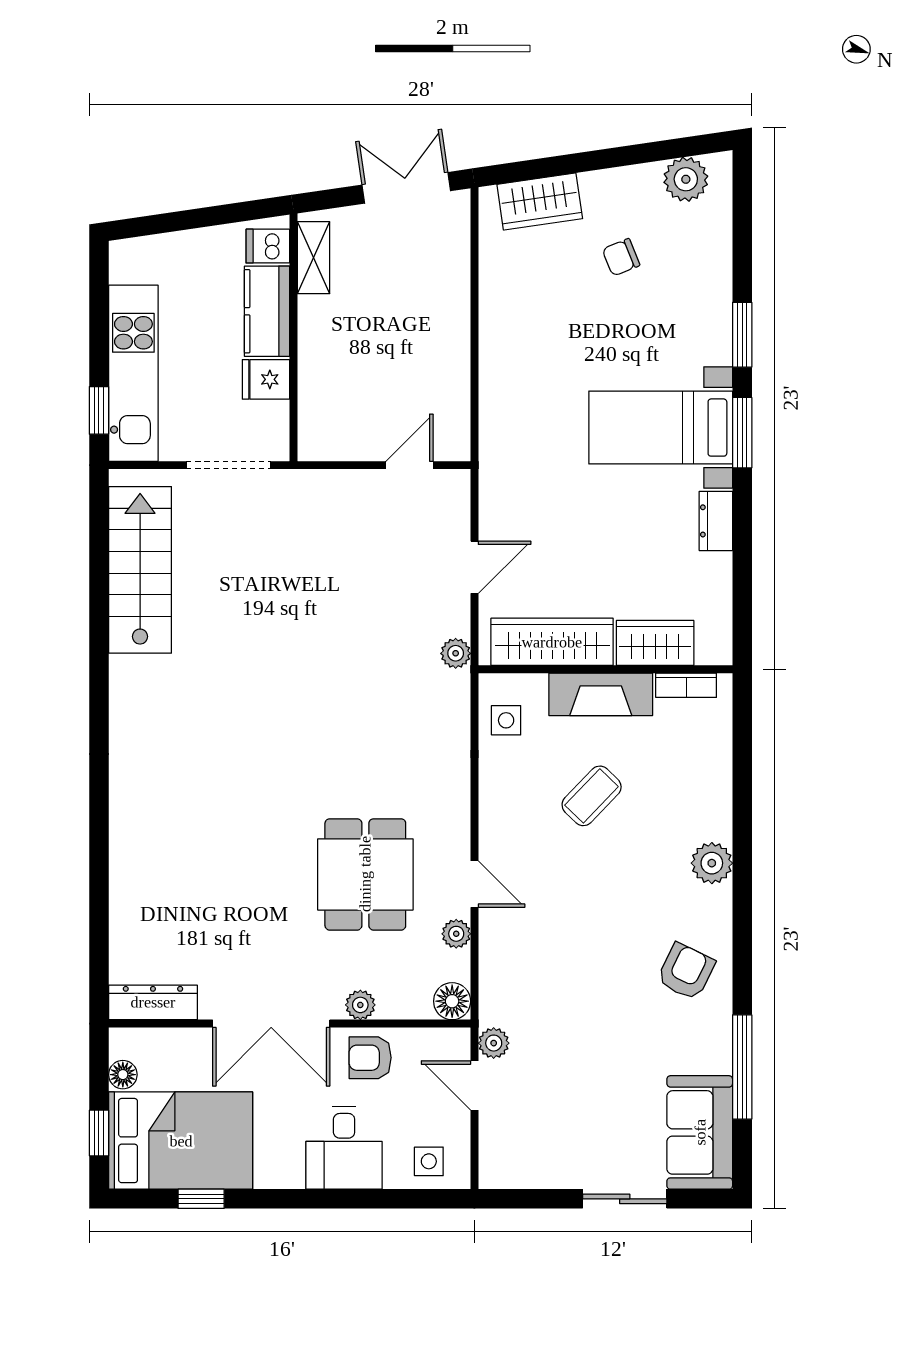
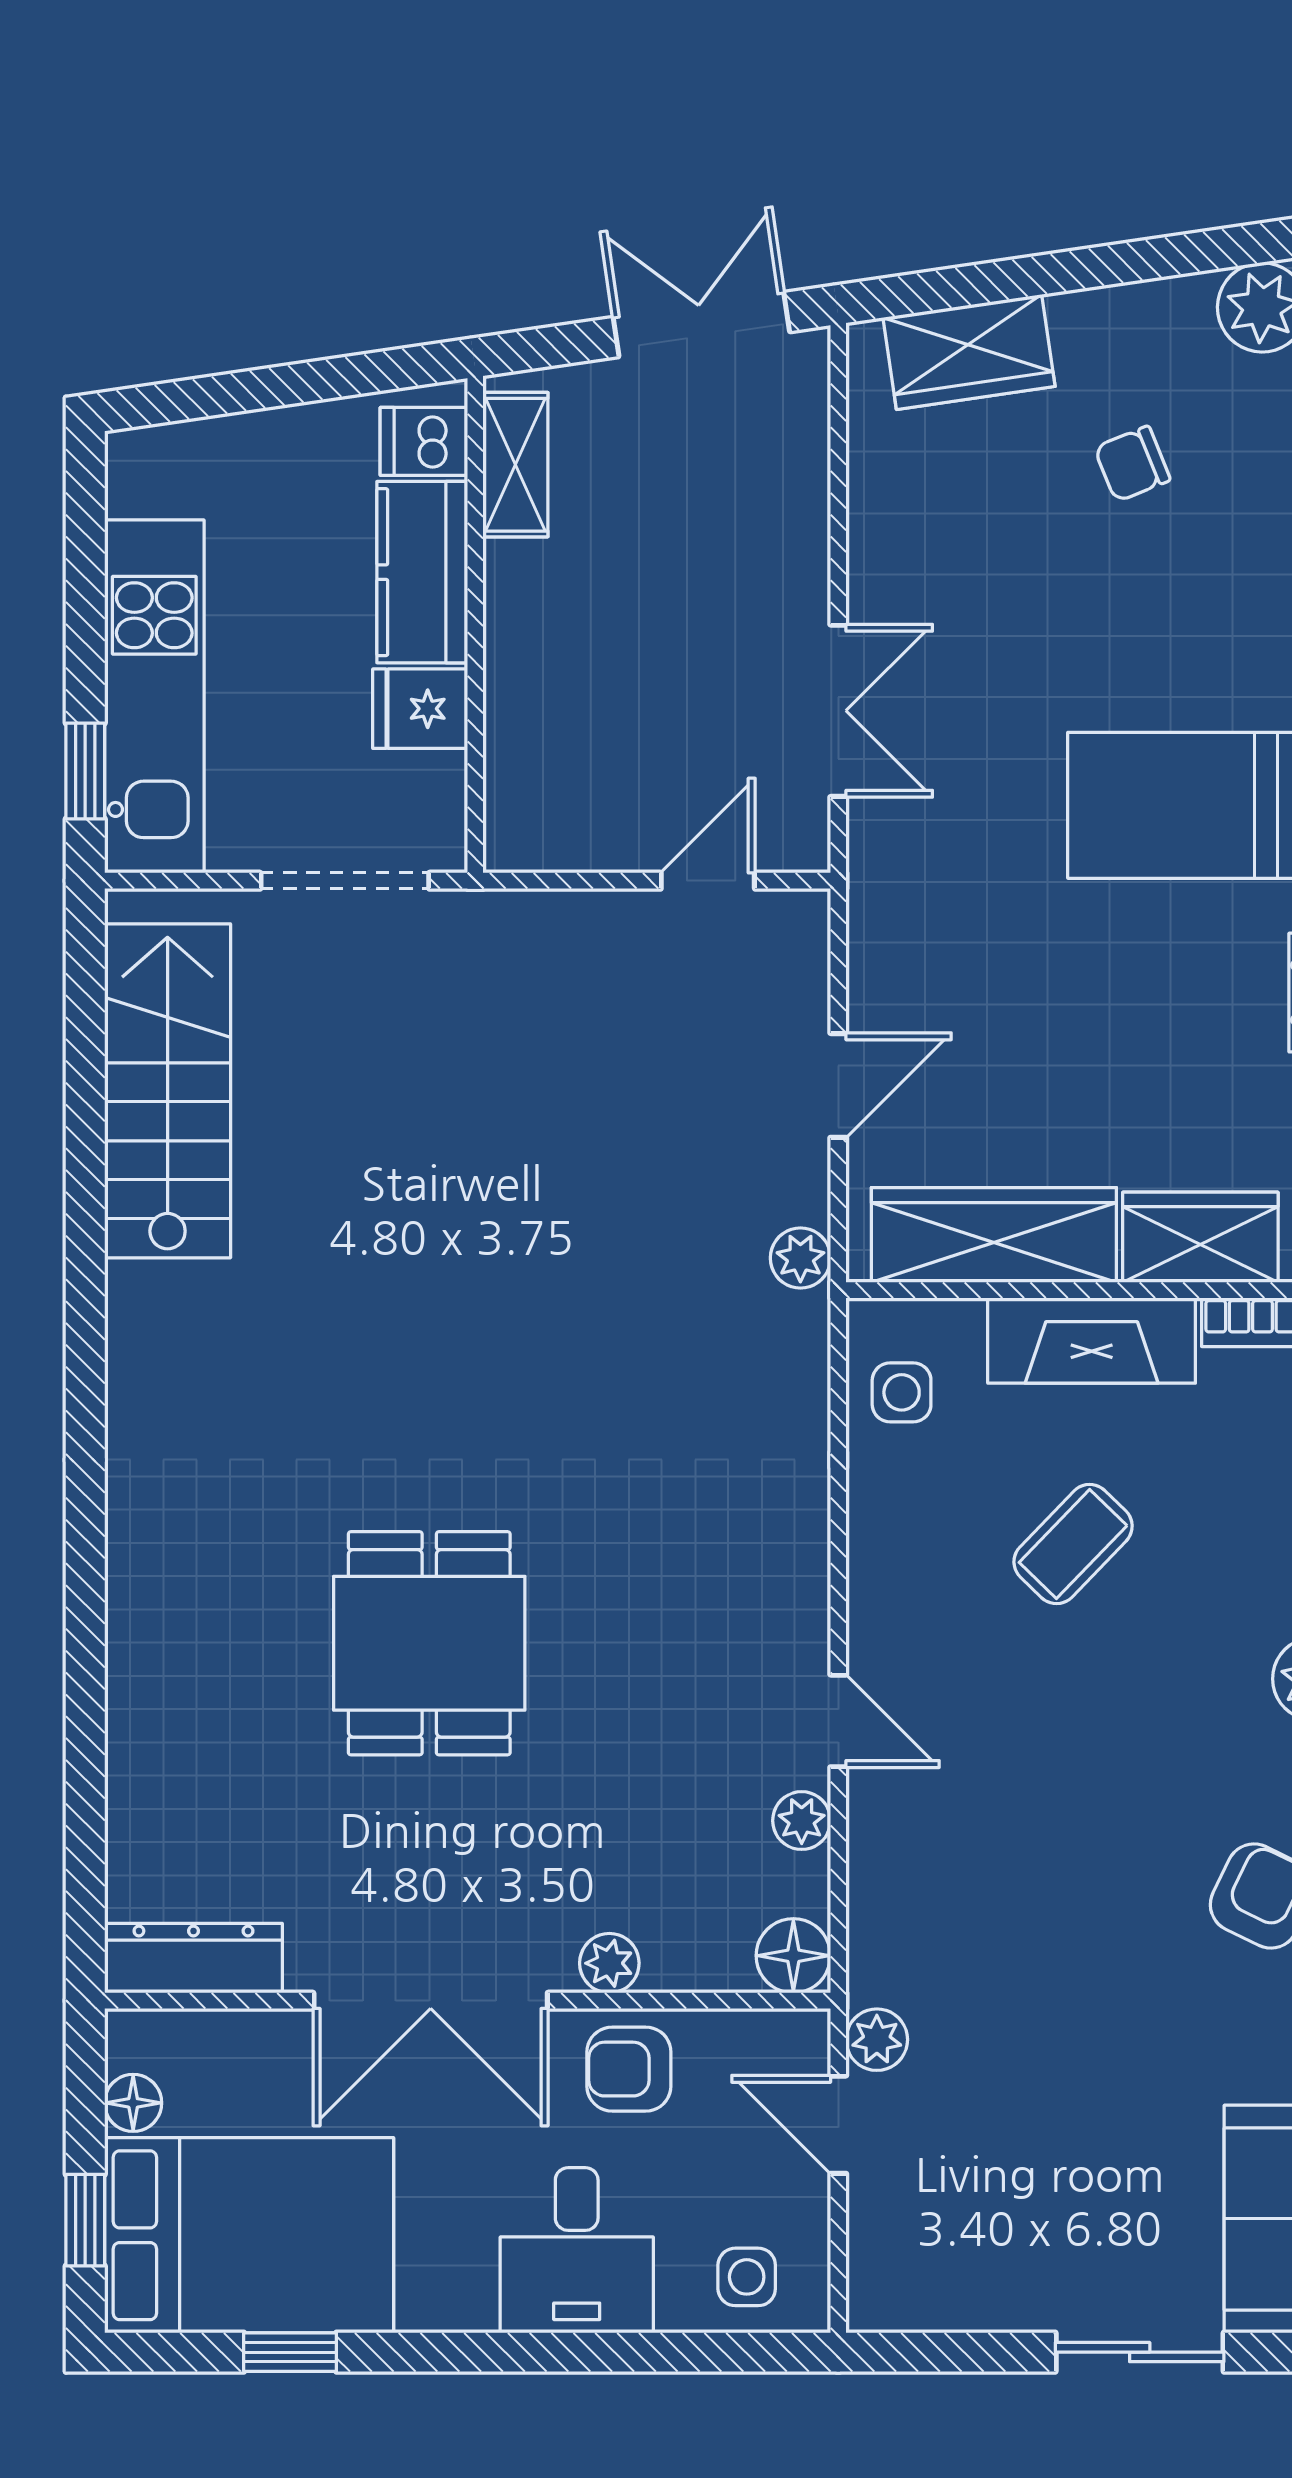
double door: (474, 380) -> (838, 711), added
dining table: (365, 874) -> (429, 1643), moved

